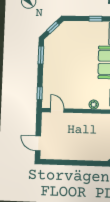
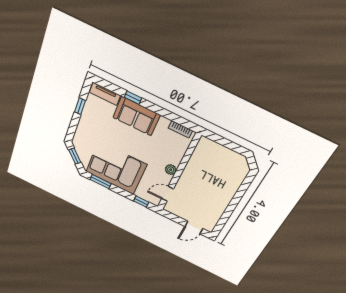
corner sofa: (59, 63) -> (116, 168), added
plant: (94, 105) -> (171, 170), moved

